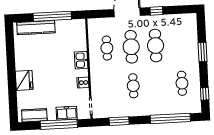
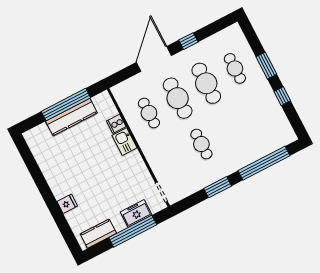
kitchen counter: (36, 28) -> (71, 117), moved
fridge: (24, 80) -> (67, 204), width x0.53, depth x0.75
cooker: (83, 83) -> (116, 124), moved
cafe table: (182, 83) -> (235, 68), moved
window: (205, 94) -> (282, 96), moved
window: (119, 121) -> (218, 187), moved

